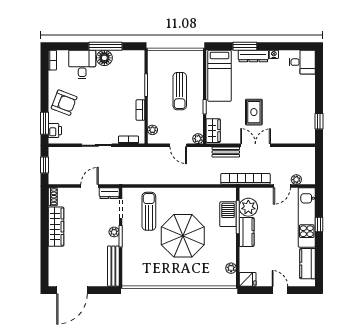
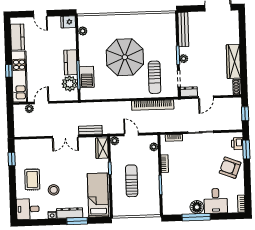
stool: (271, 84) -> (54, 190), added
rug: (254, 112) -> (32, 179), moved
bookcase: (245, 179) -> (153, 105), moved

